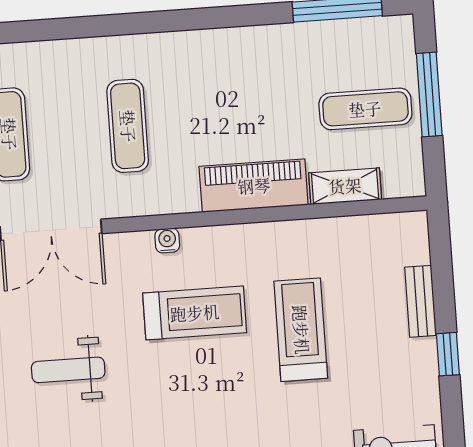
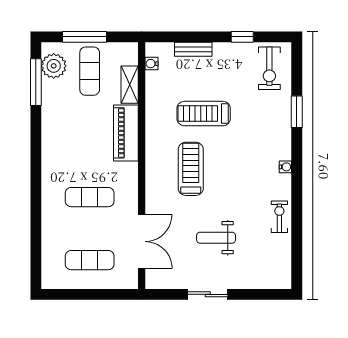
plant: (370, 40) -> (54, 66), added
water cooler: (167, 240) -> (152, 64), moved
window: (448, 354) -> (242, 37), moved
weight bench: (68, 370) -> (216, 238), turned 90

